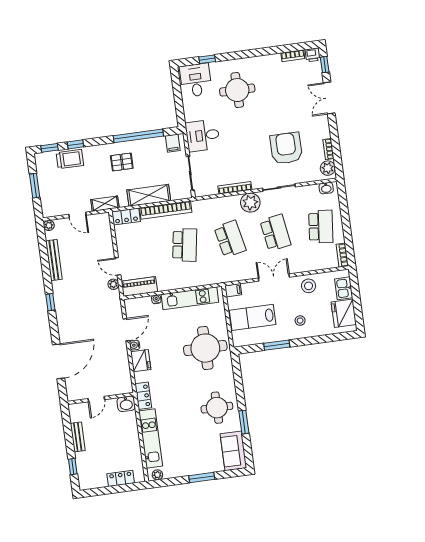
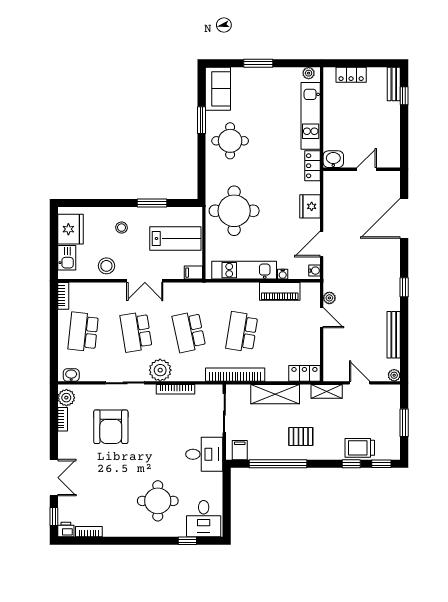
bookcase: (166, 210) -> (235, 375), moved
piano: (139, 287) -> (280, 291), moved
water cooler: (135, 345) -> (314, 271), moved
bench: (78, 437) -> (394, 84), moved

